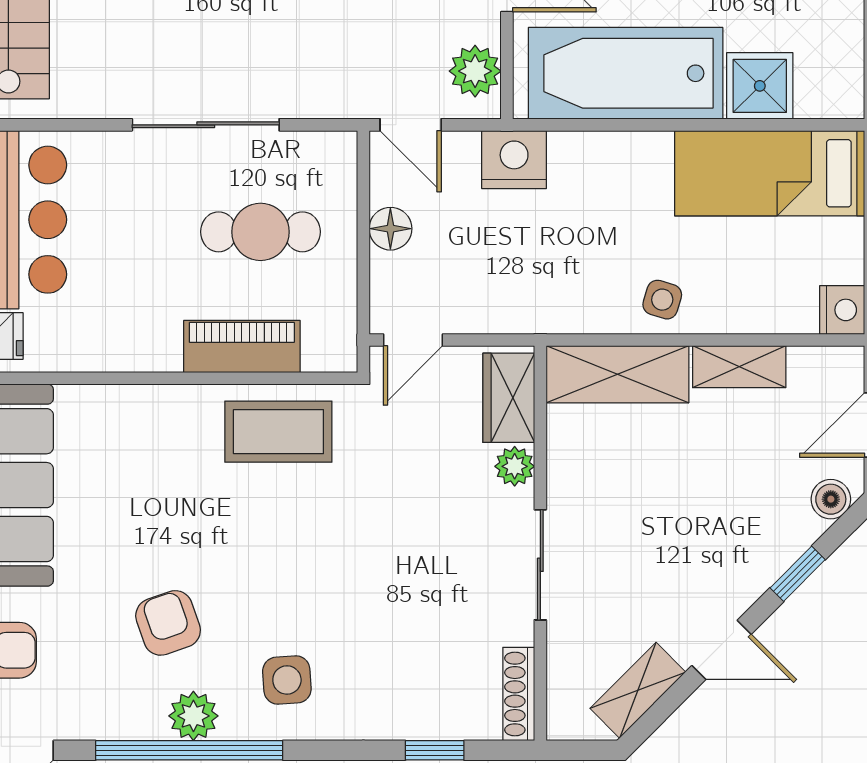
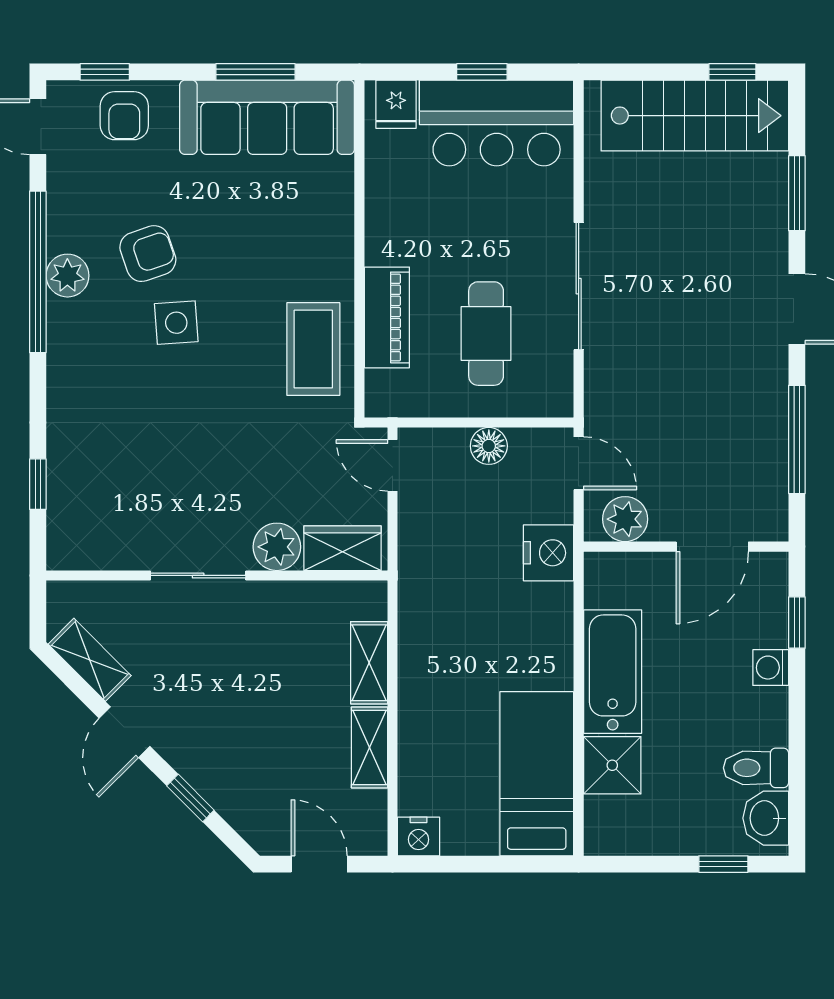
bathtub: (626, 73) -> (613, 672), width x0.73, depth x0.73
door: (411, 125) -> (579, 463), swing flipped
side table: (662, 300) -> (427, 681), removed
shelving: (617, 374) -> (369, 663), width x0.67, depth x0.75
plant: (515, 466) -> (277, 547), width x1.38, depth x1.38
boiler: (831, 499) -> (255, 827), removed
side table: (287, 680) -> (176, 323), moved
shoe rack: (519, 694) -> (86, 557), removed

